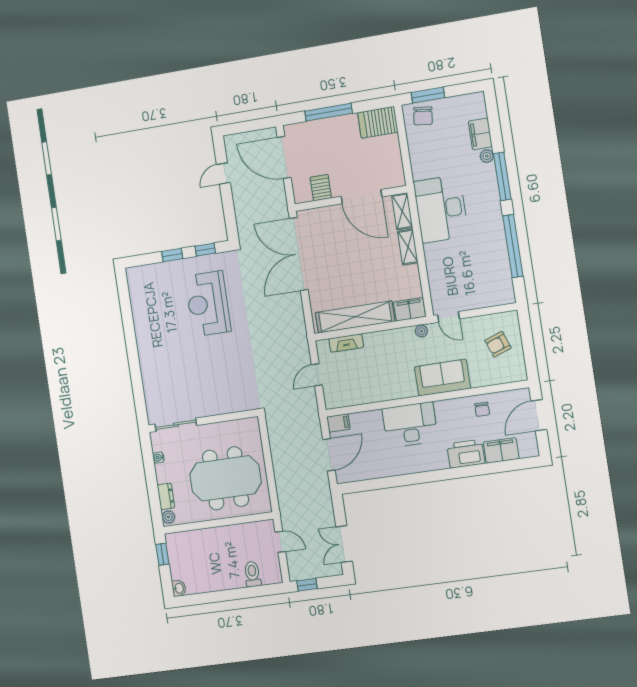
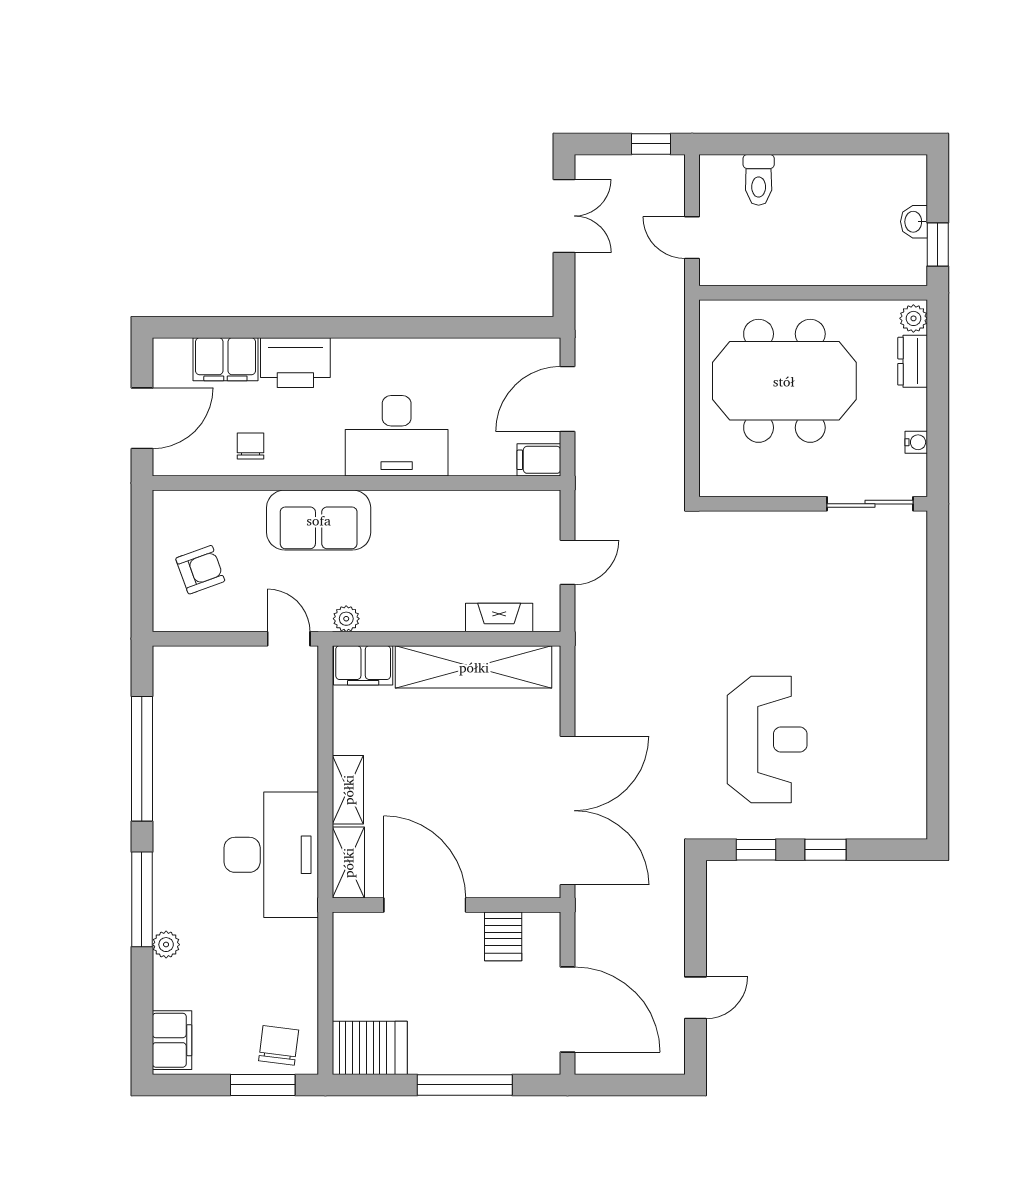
filing cabinet: (480, 134) -> (172, 1040), moved
washbasin: (179, 588) -> (914, 222), moved

